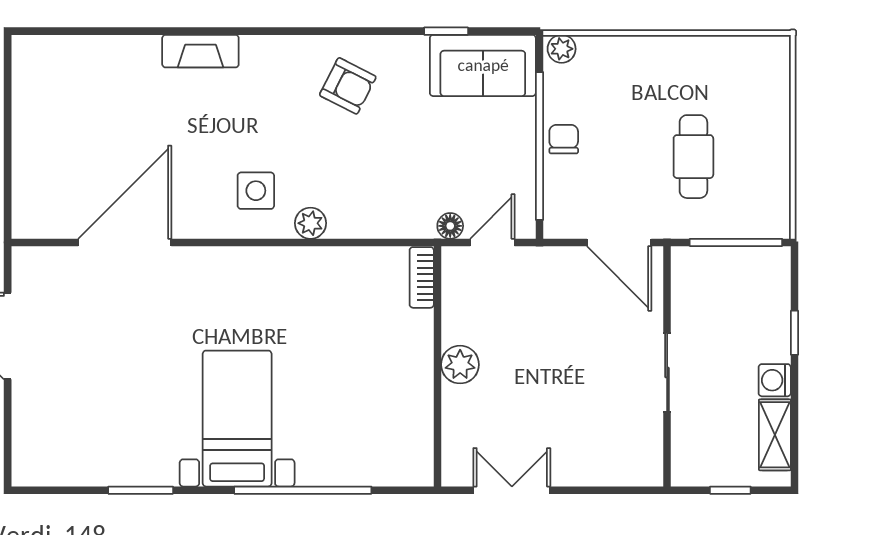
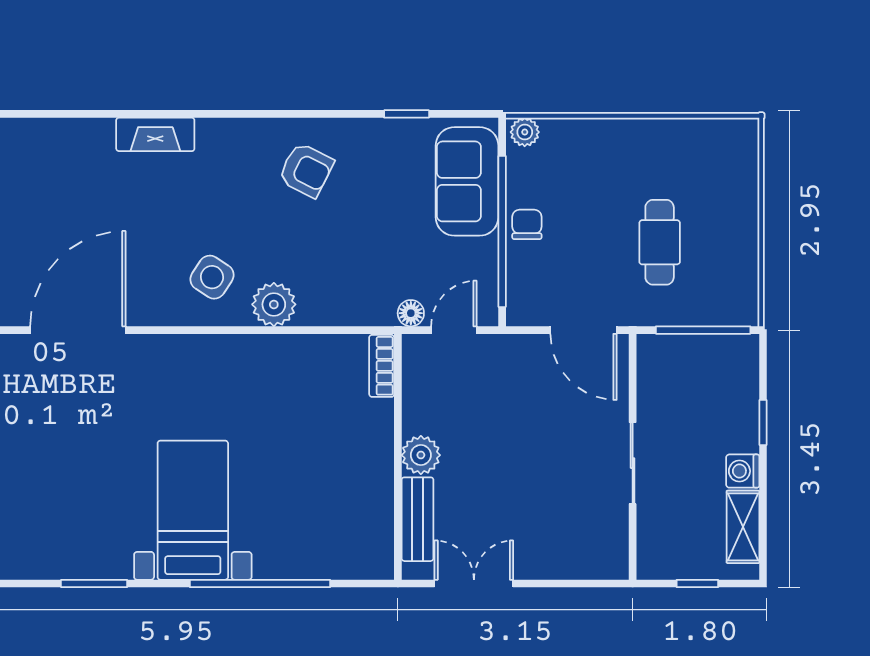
sofa: (483, 65) -> (467, 181), moved, turned 90
side table: (256, 191) -> (212, 277), turned 33
plant: (310, 223) -> (274, 304), width x1.38, depth x1.38
bench: (457, 427) -> (417, 519), added

